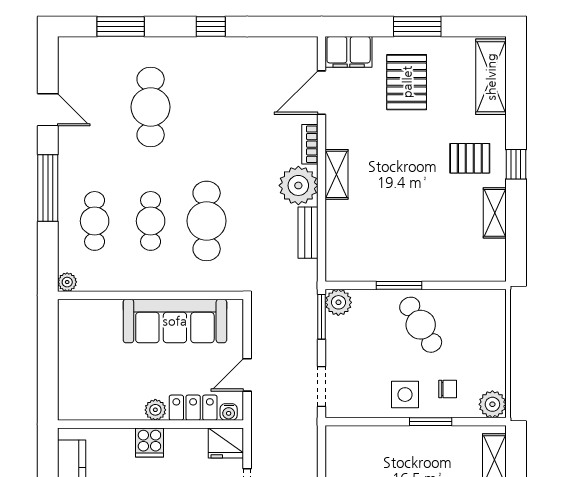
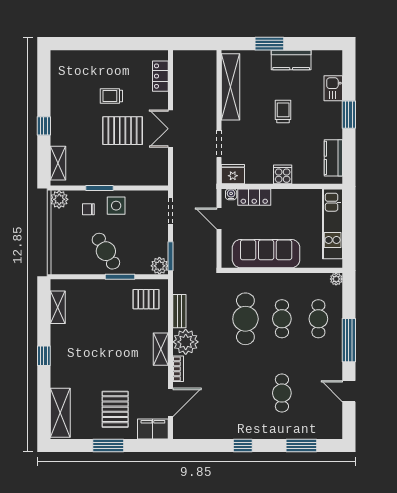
cafe table: (151, 107) -> (282, 393), width x0.73, depth x0.74
pallet: (470, 158) -> (146, 299), moved
shelving: (495, 213) -> (58, 307), moved
kitchen unit: (73, 367) -> (333, 224), added
door: (247, 375) -> (219, 219), swing flipped
plant: (155, 410) -> (279, 196), removed

